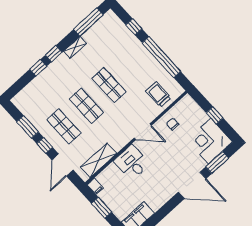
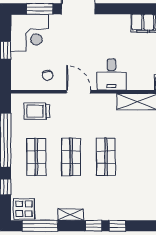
display table: (109, 24) -> (24, 209), added
trolley: (158, 94) -> (37, 111), turned 90
shop shelf: (64, 126) -> (36, 157), moved

